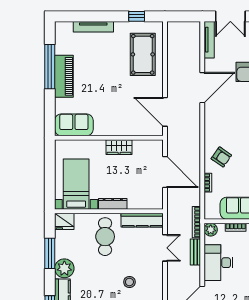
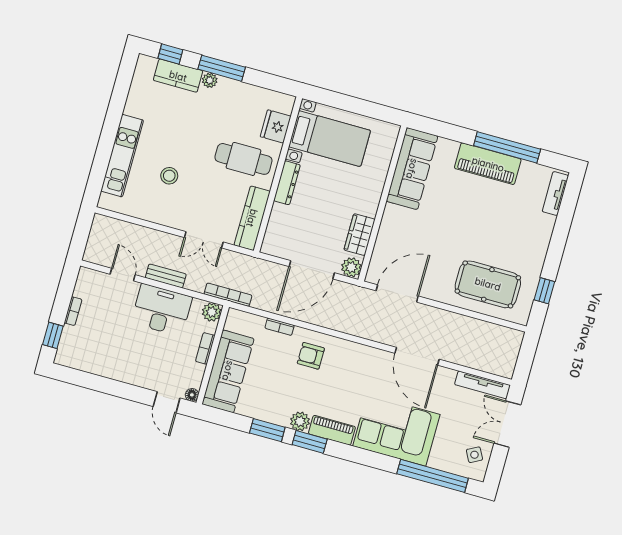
tv unit: (93, 27) -> (555, 194), moved, width x0.71
sofa: (74, 125) -> (412, 169), width x1.36
wardrobe: (119, 147) -> (360, 235), moved
plant: (156, 147) -> (351, 267), added
armchair: (221, 157) -> (311, 356), turned 55
fridge: (64, 221) -> (276, 126), moved
bench: (195, 252) -> (166, 276), moved
window: (50, 253) -> (222, 68), moved
plant: (64, 268) -> (210, 80), width x0.53, depth x0.53

